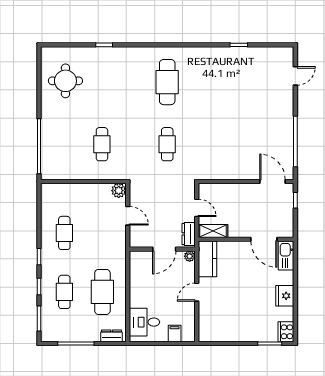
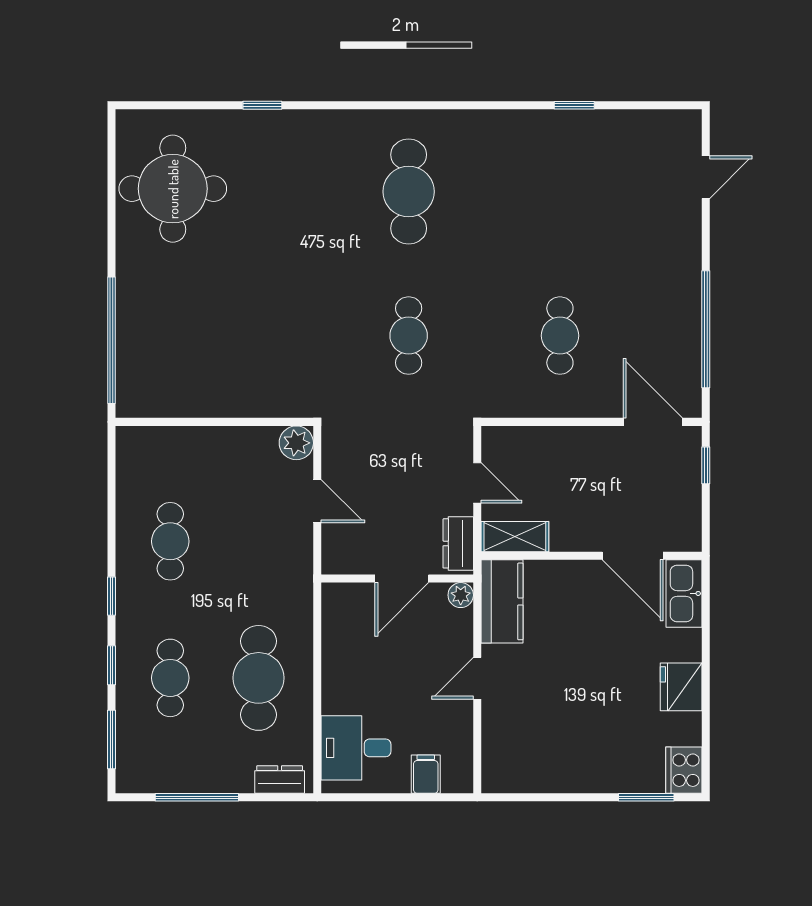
round table: (65, 81) -> (173, 189), width x1.36, depth x1.36
cafe table: (102, 144) -> (560, 336), moved

